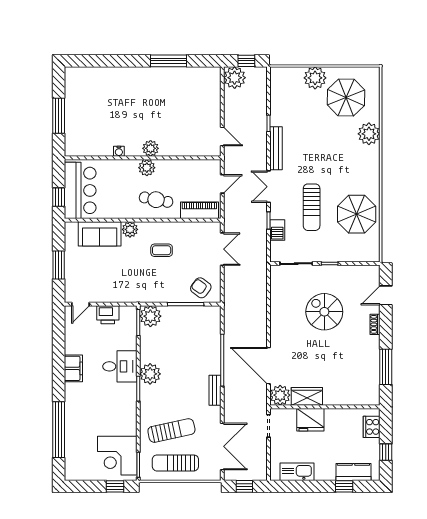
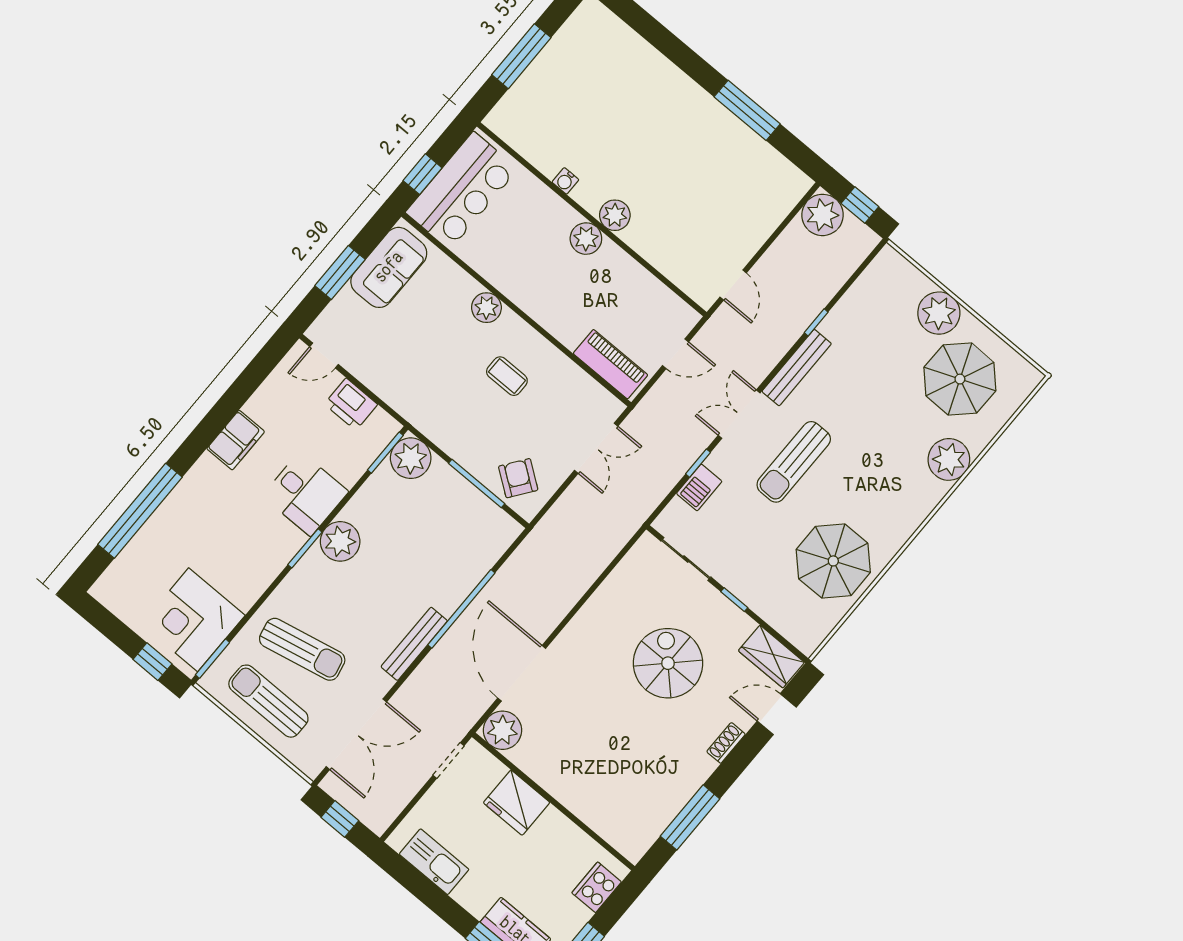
cafe table: (156, 200) -> (560, 296), removed
sun lounger: (312, 207) -> (794, 462), moved
sofa: (100, 234) -> (389, 267), moved, turned -90
bench: (215, 390) -> (414, 644), width x1.36
wardrobe: (307, 396) -> (771, 657), moved, turned 180

